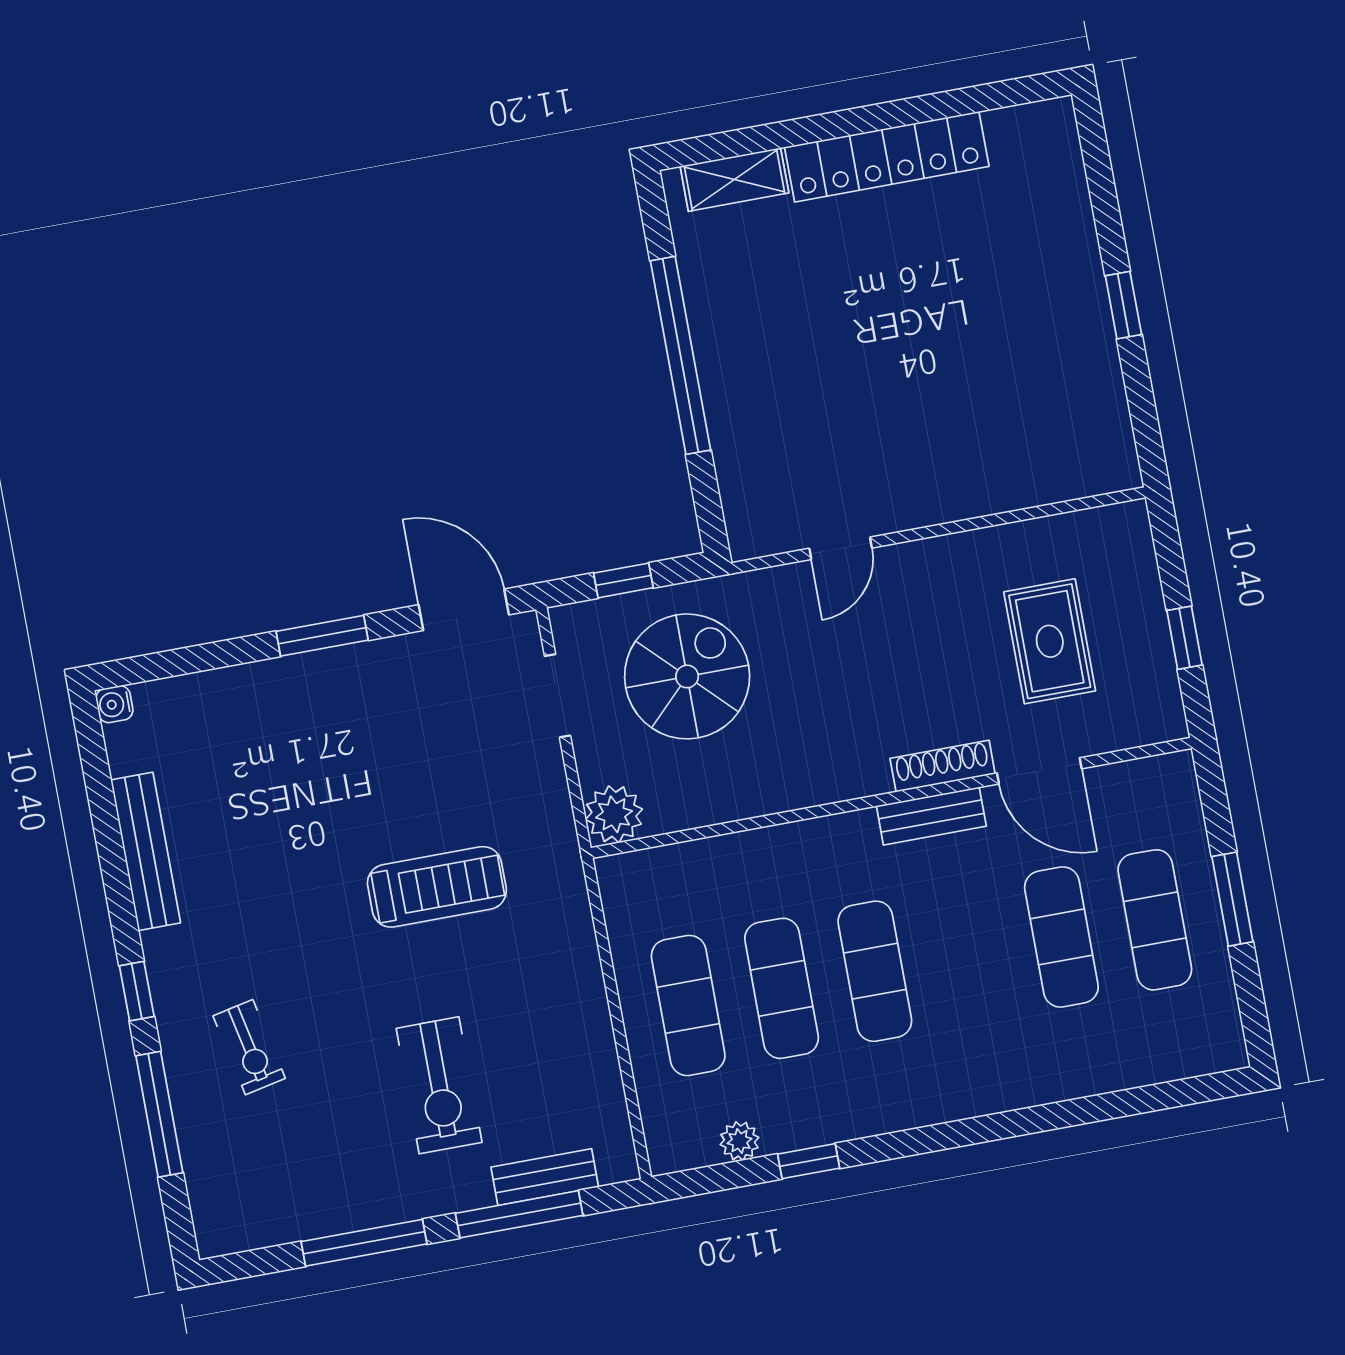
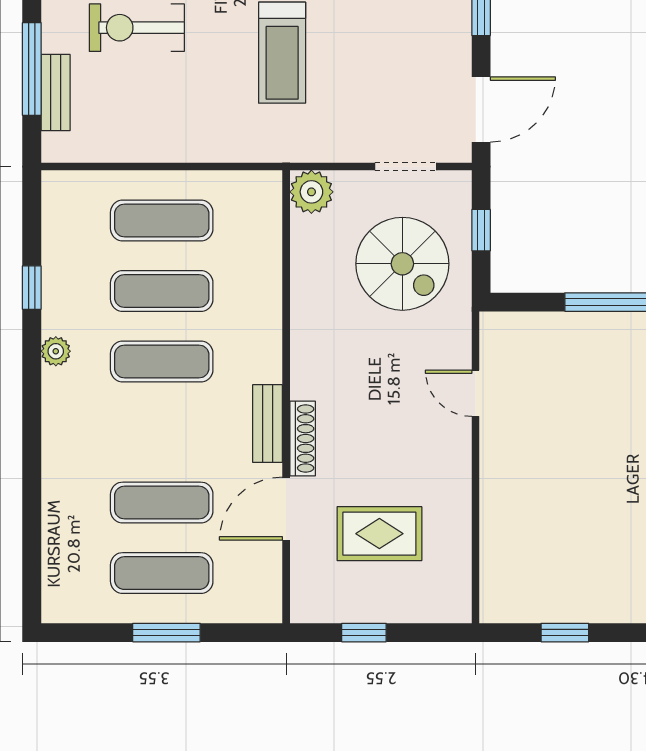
window: (1123, 305) -> (565, 633), moved
plant: (739, 1141) -> (56, 351), moved

